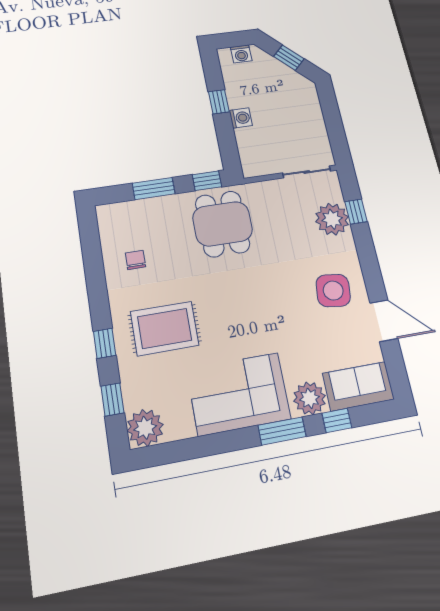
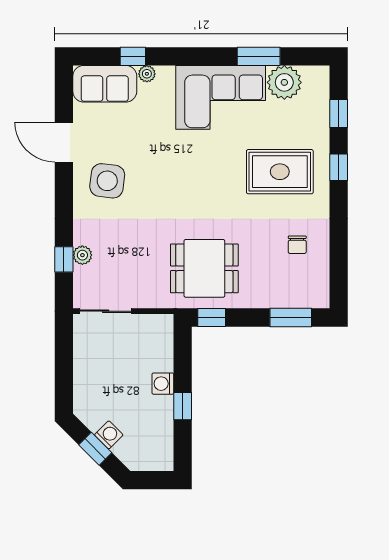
washing machine: (241, 54) -> (109, 435), moved, turned 45
window: (154, 188) -> (291, 317), moved
plant: (332, 219) -> (82, 255), width x0.53, depth x0.53
dining table: (222, 224) -> (204, 268), turned 90
plant: (310, 398) -> (147, 74), width x0.53, depth x0.53
plant: (145, 428) -> (284, 82), moved
window: (282, 431) -> (259, 56), moved

